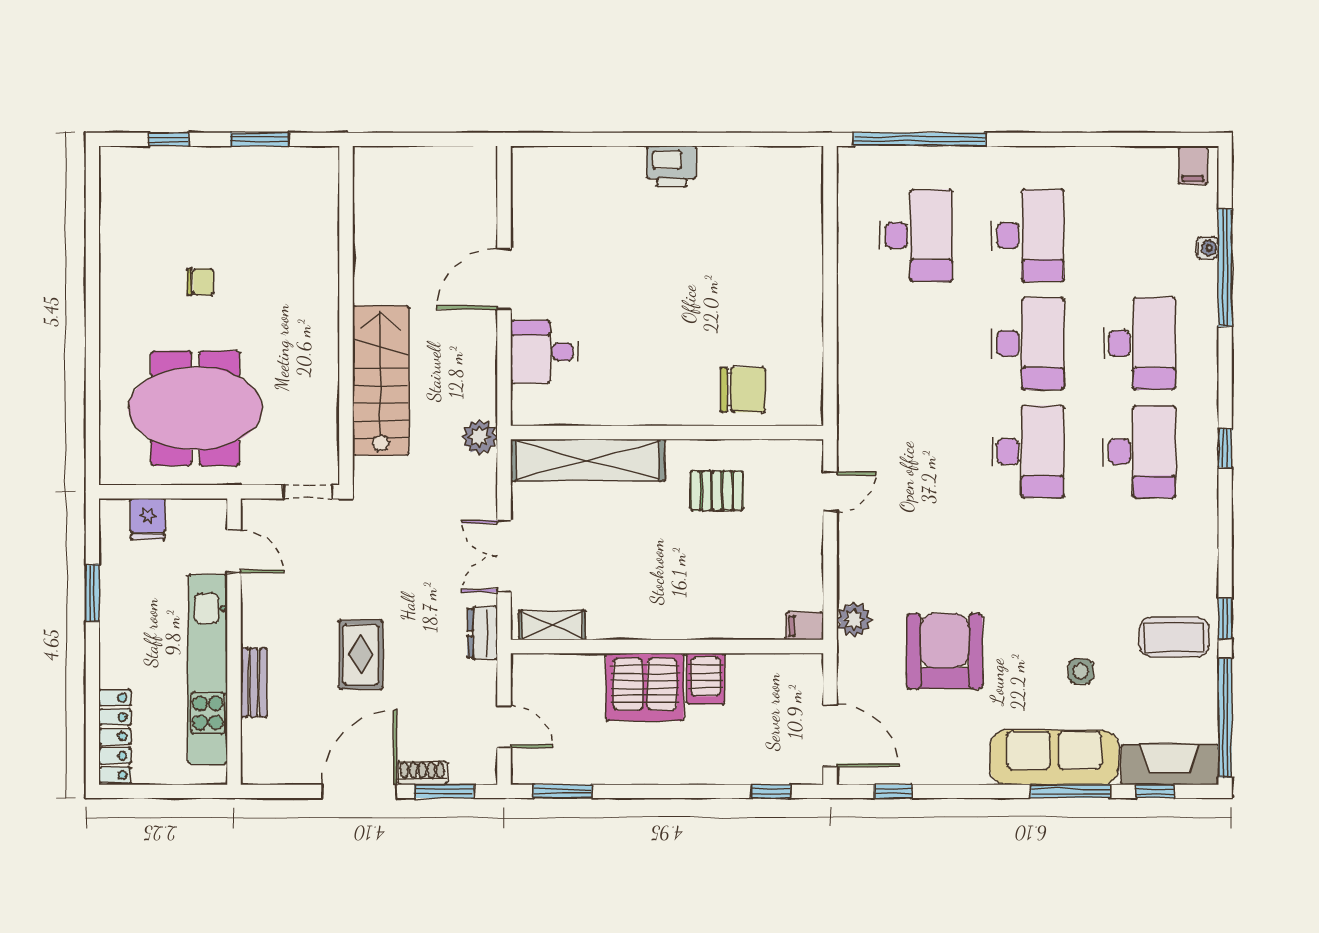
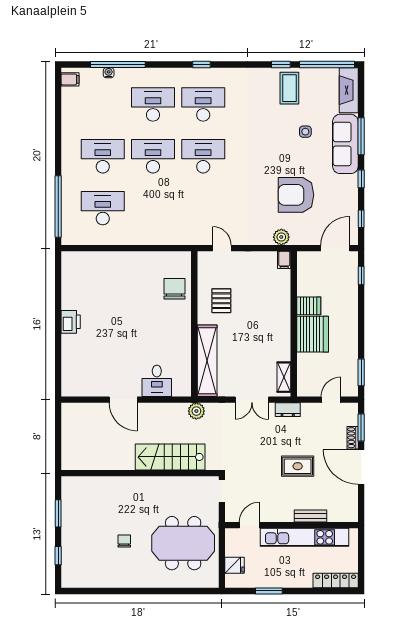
meeting table: (195, 408) -> (183, 543), turned 90
window: (1155, 791) -> (361, 179), moved

